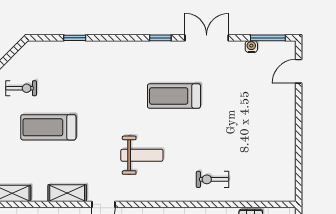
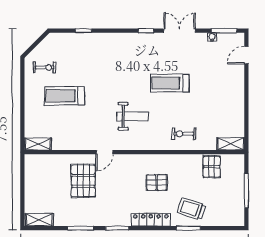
treadmill: (174, 96) -> (170, 83), moved
shelving: (67, 193) -> (231, 144), moved

